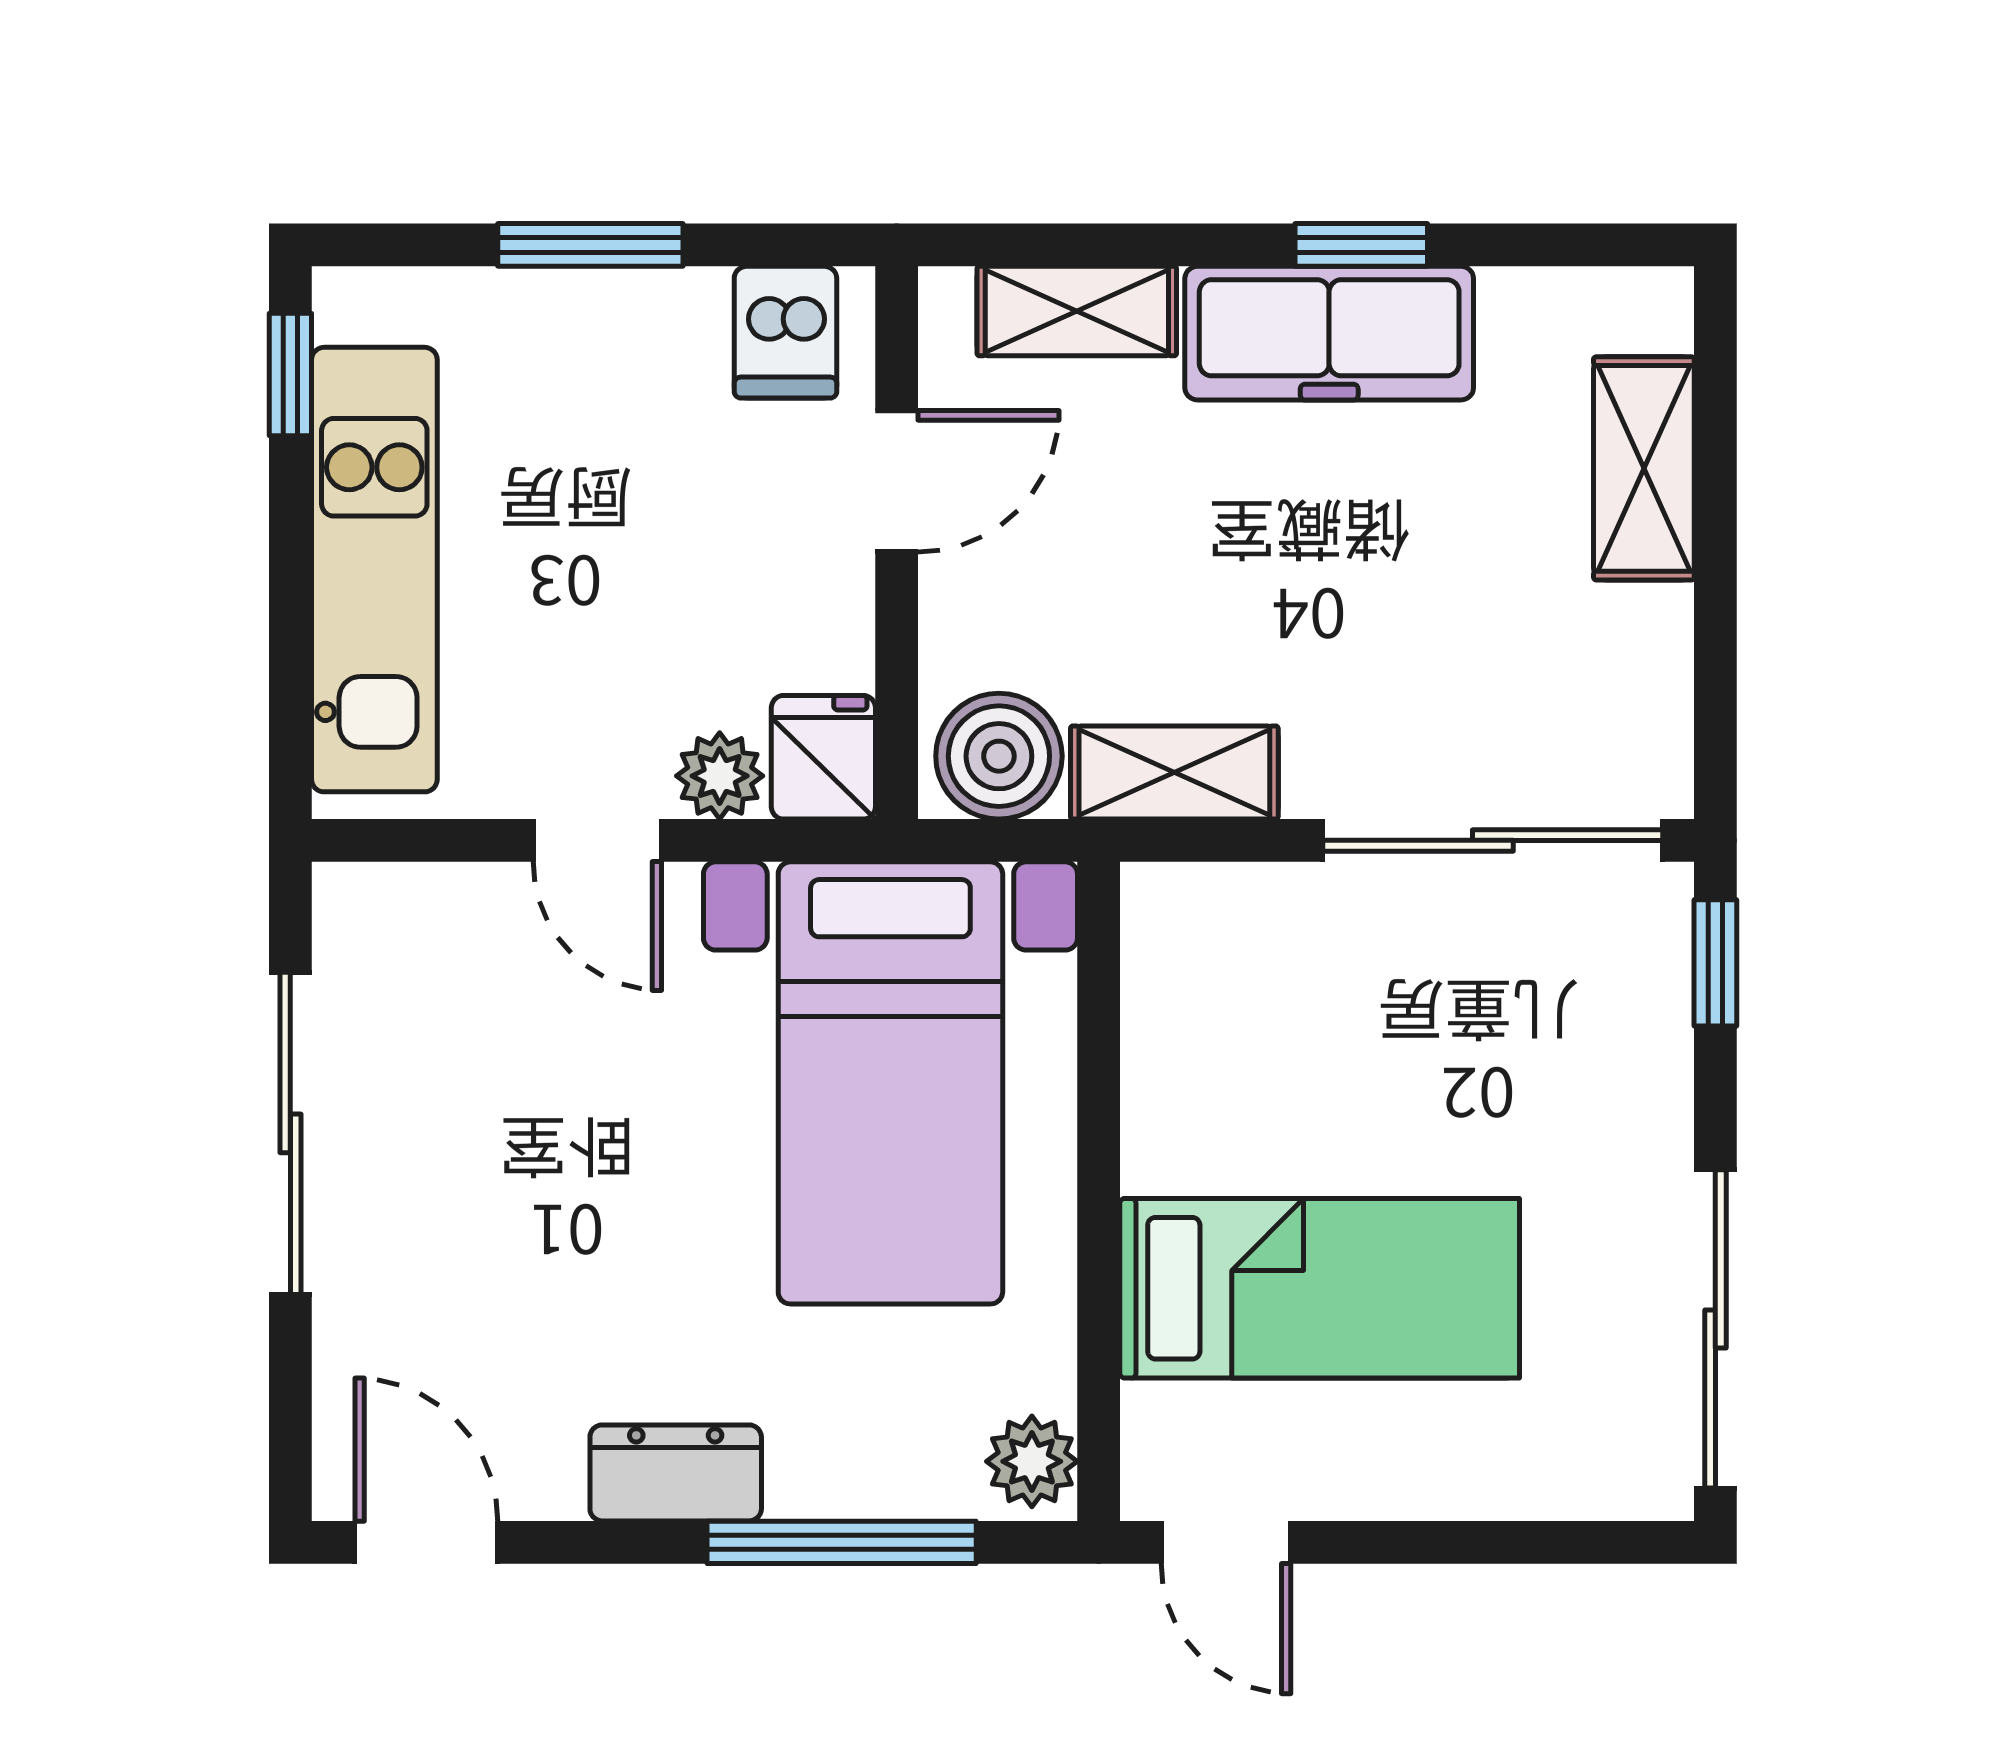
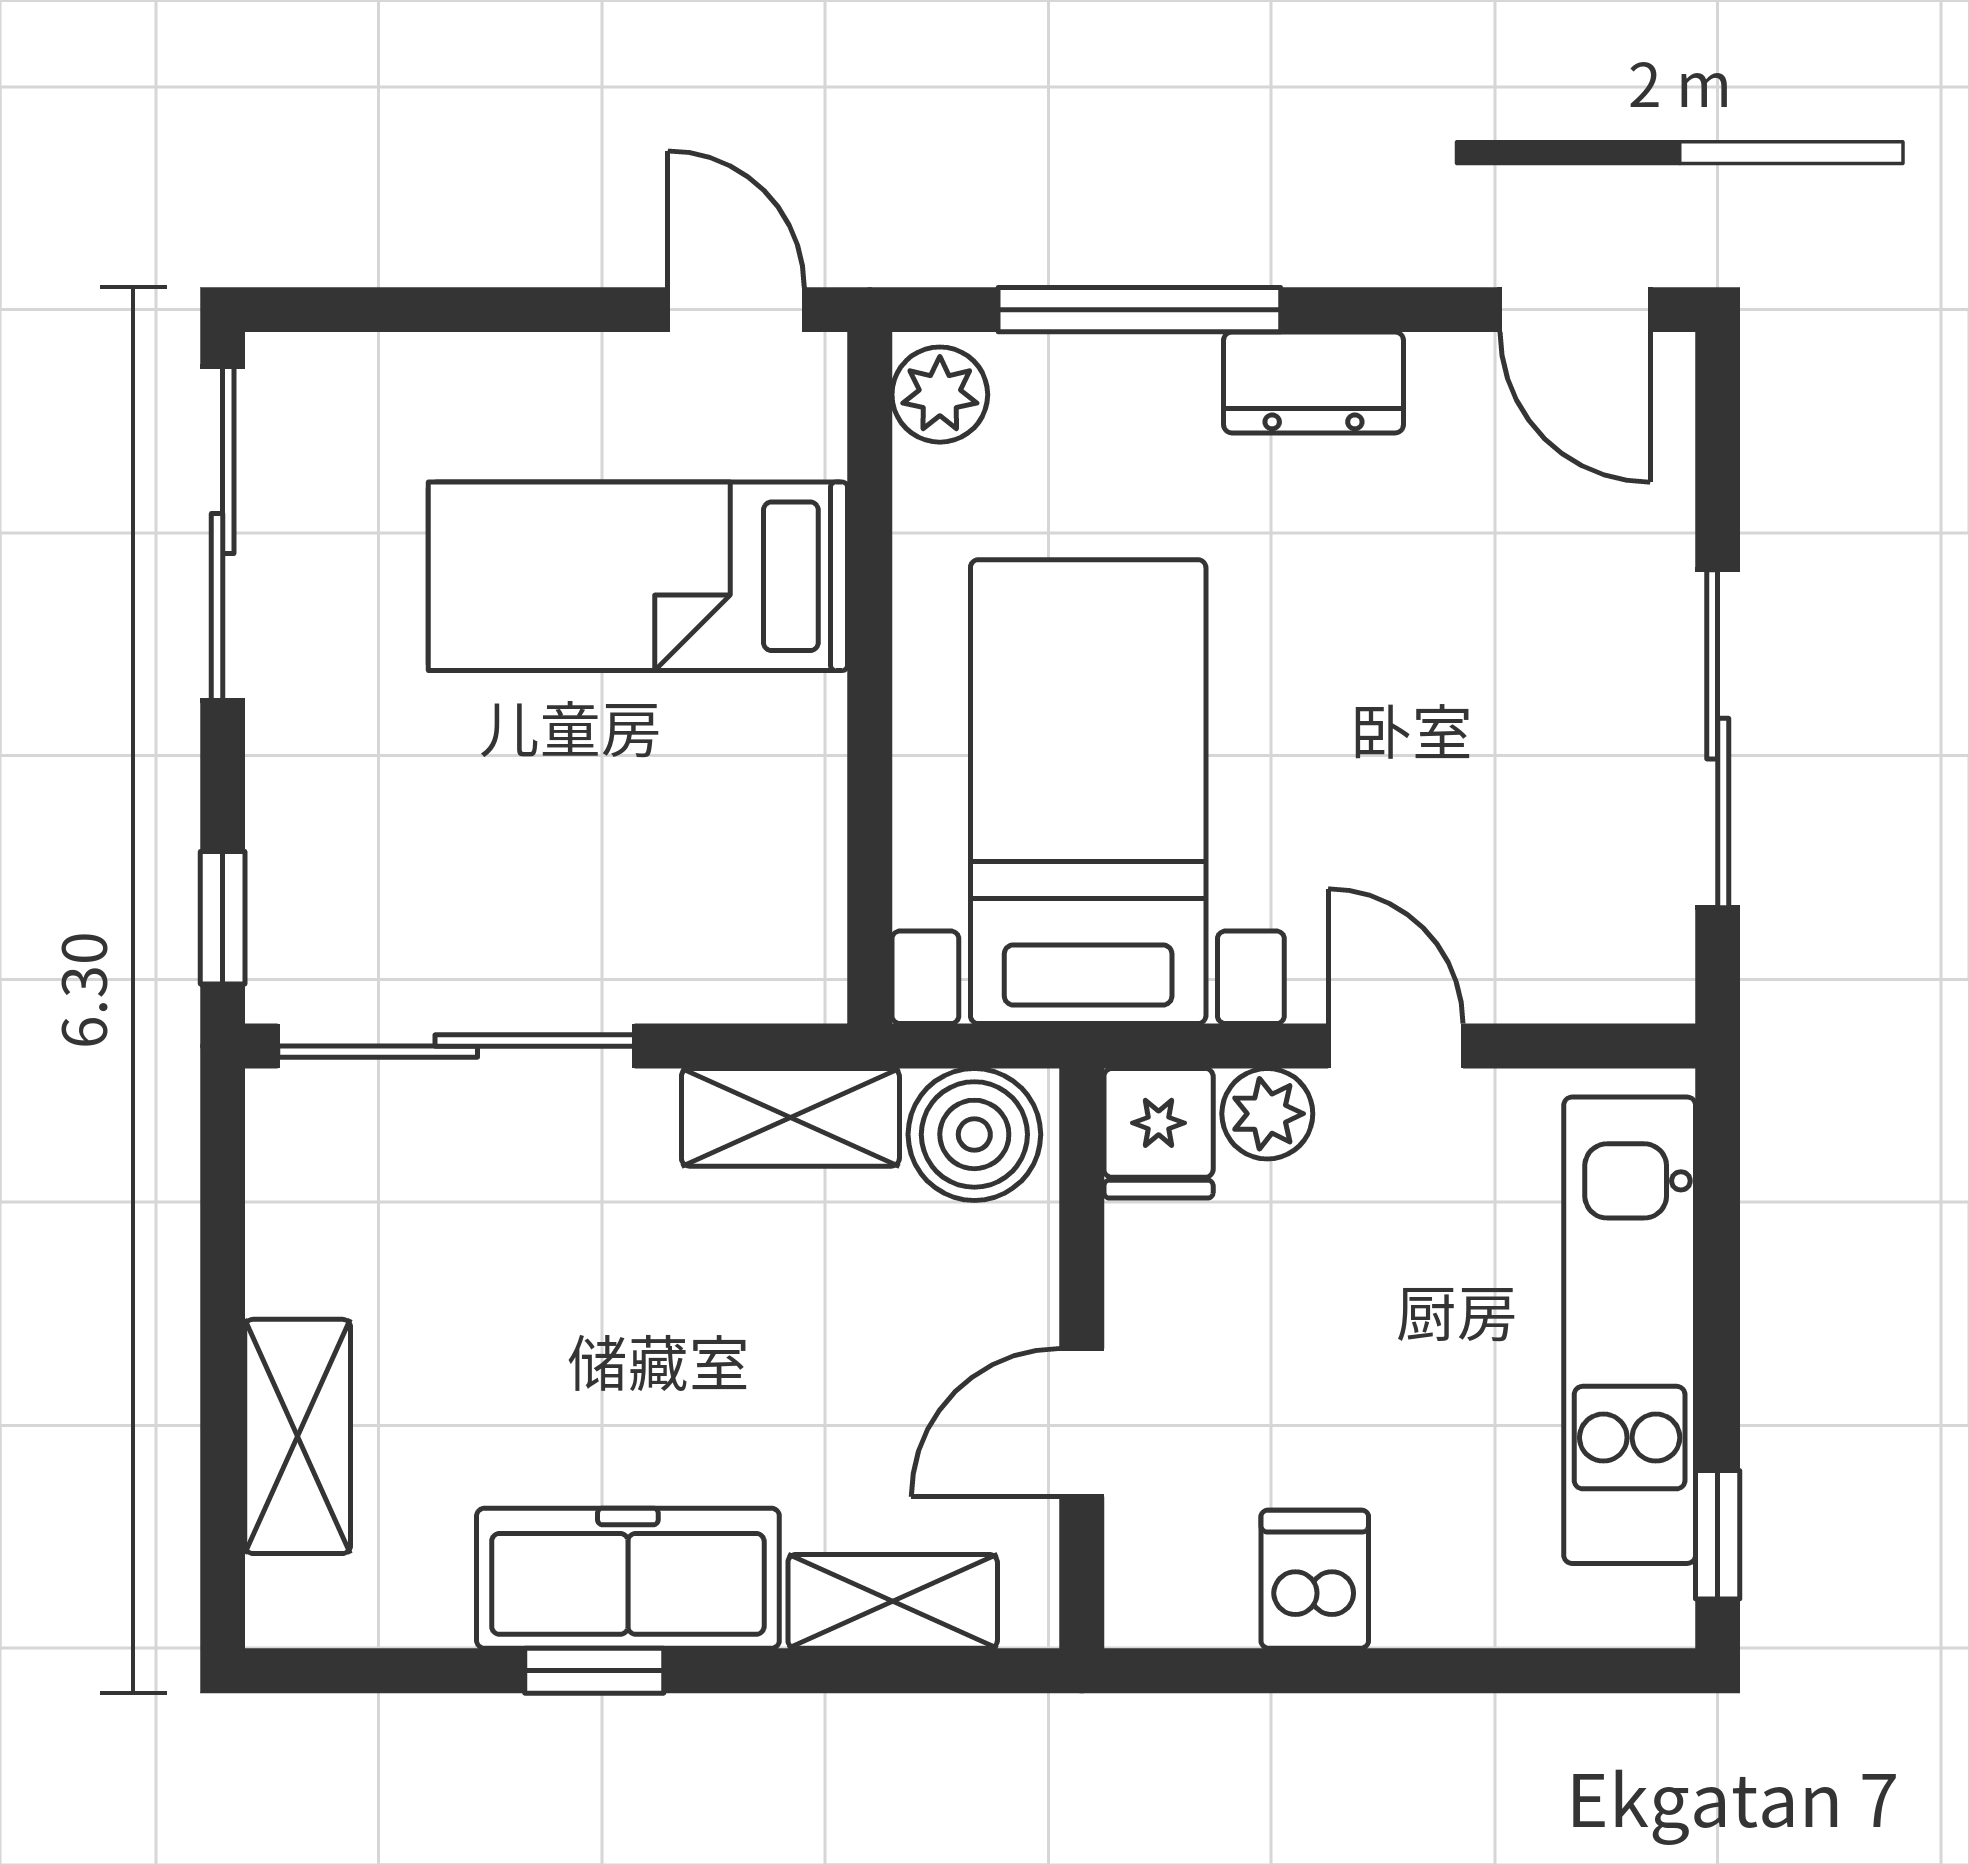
window: (590, 245) -> (1403, 1671), removed
dishwasher: (785, 332) -> (1315, 1579), moved

